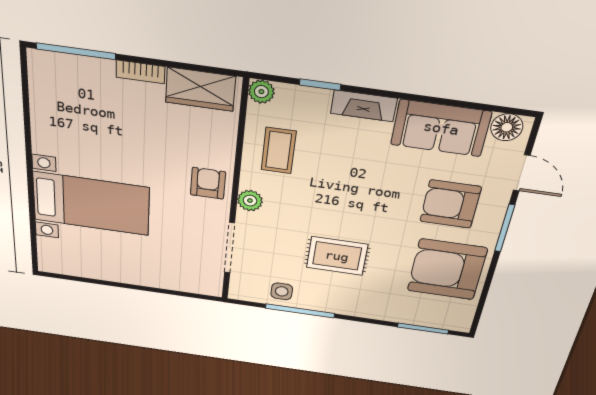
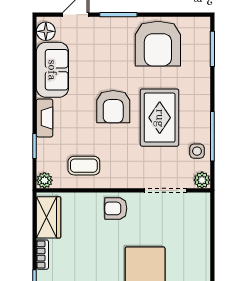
plant: (250, 201) -> (202, 180), moved
armchair: (450, 204) -> (113, 107), moved
rug: (337, 256) -> (160, 118), width x1.36, depth x1.43

